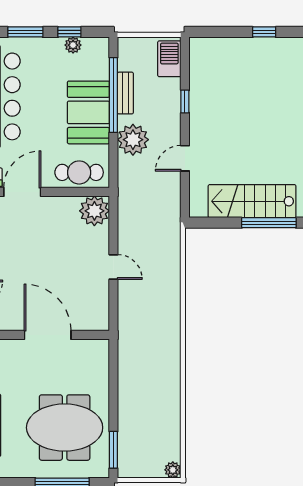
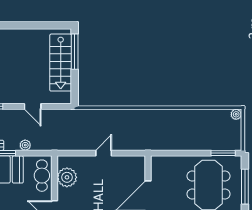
plant: (133, 140) -> (25, 145), width x0.53, depth x0.53
plant: (94, 211) -> (67, 177), moved

